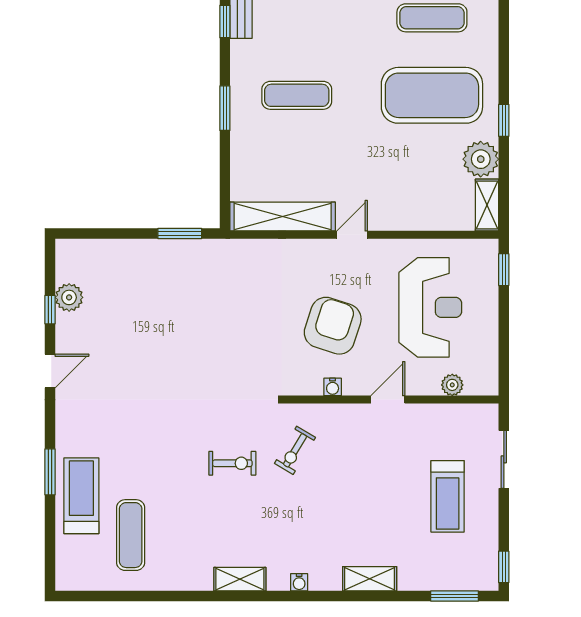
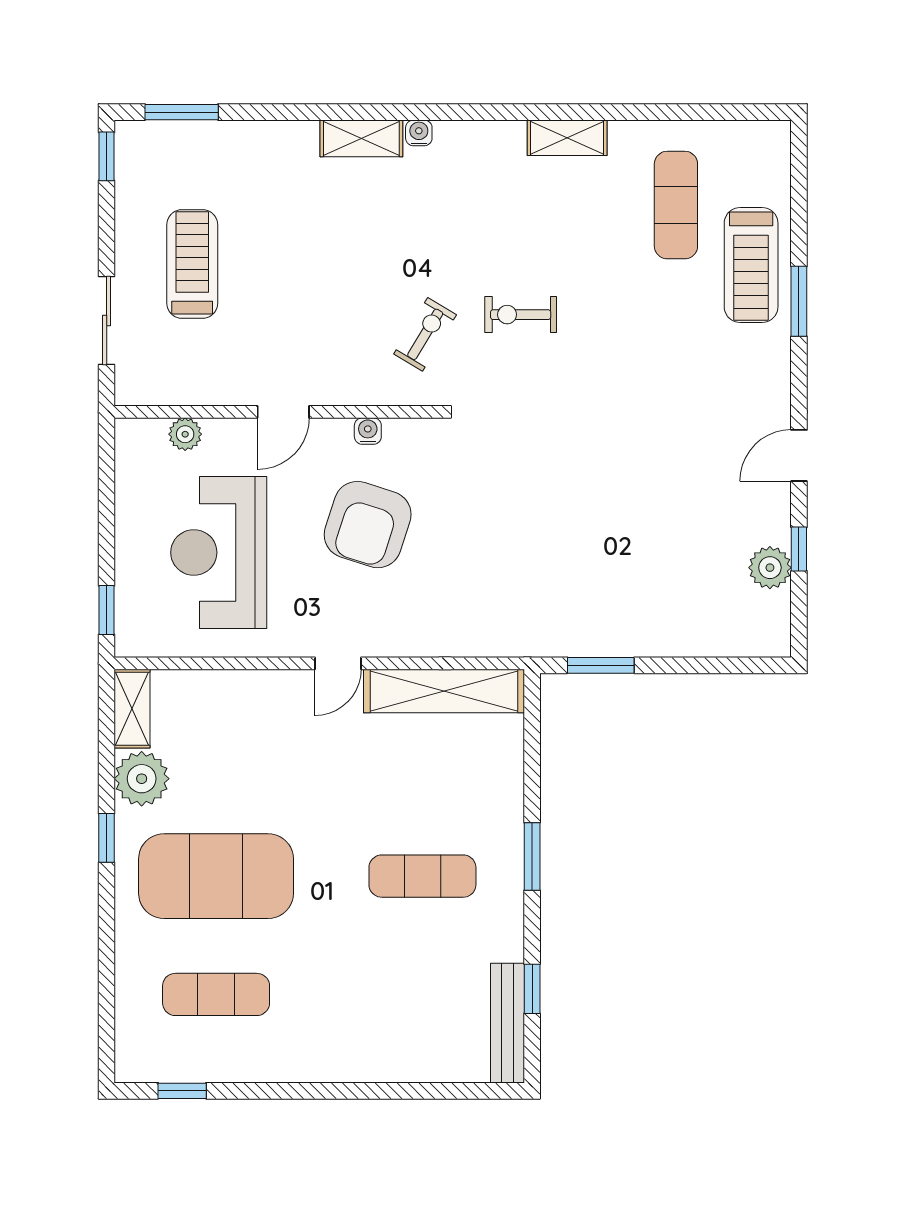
shelving: (240, 579) -> (567, 138), moved
shelving: (370, 579) -> (361, 138), moved

